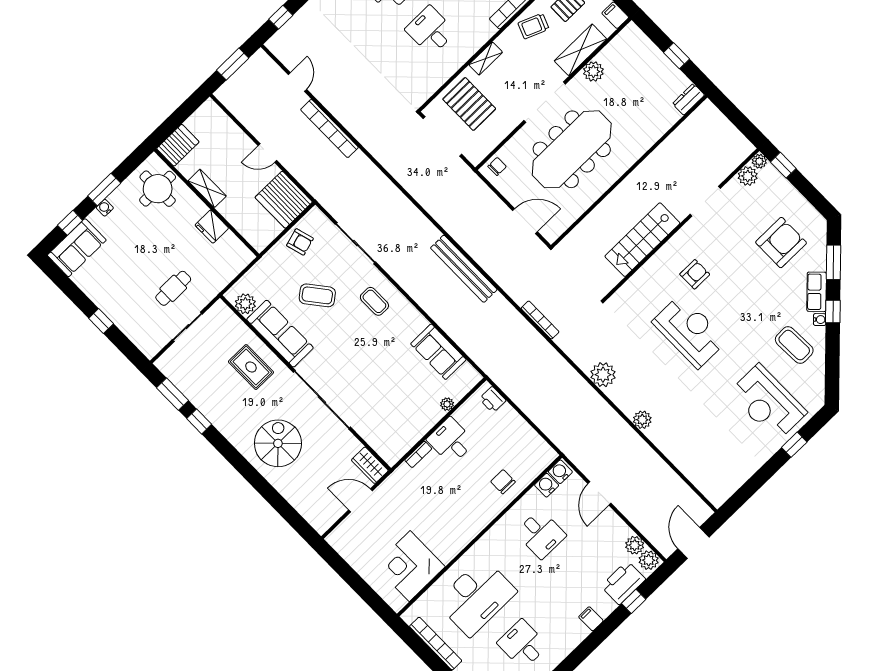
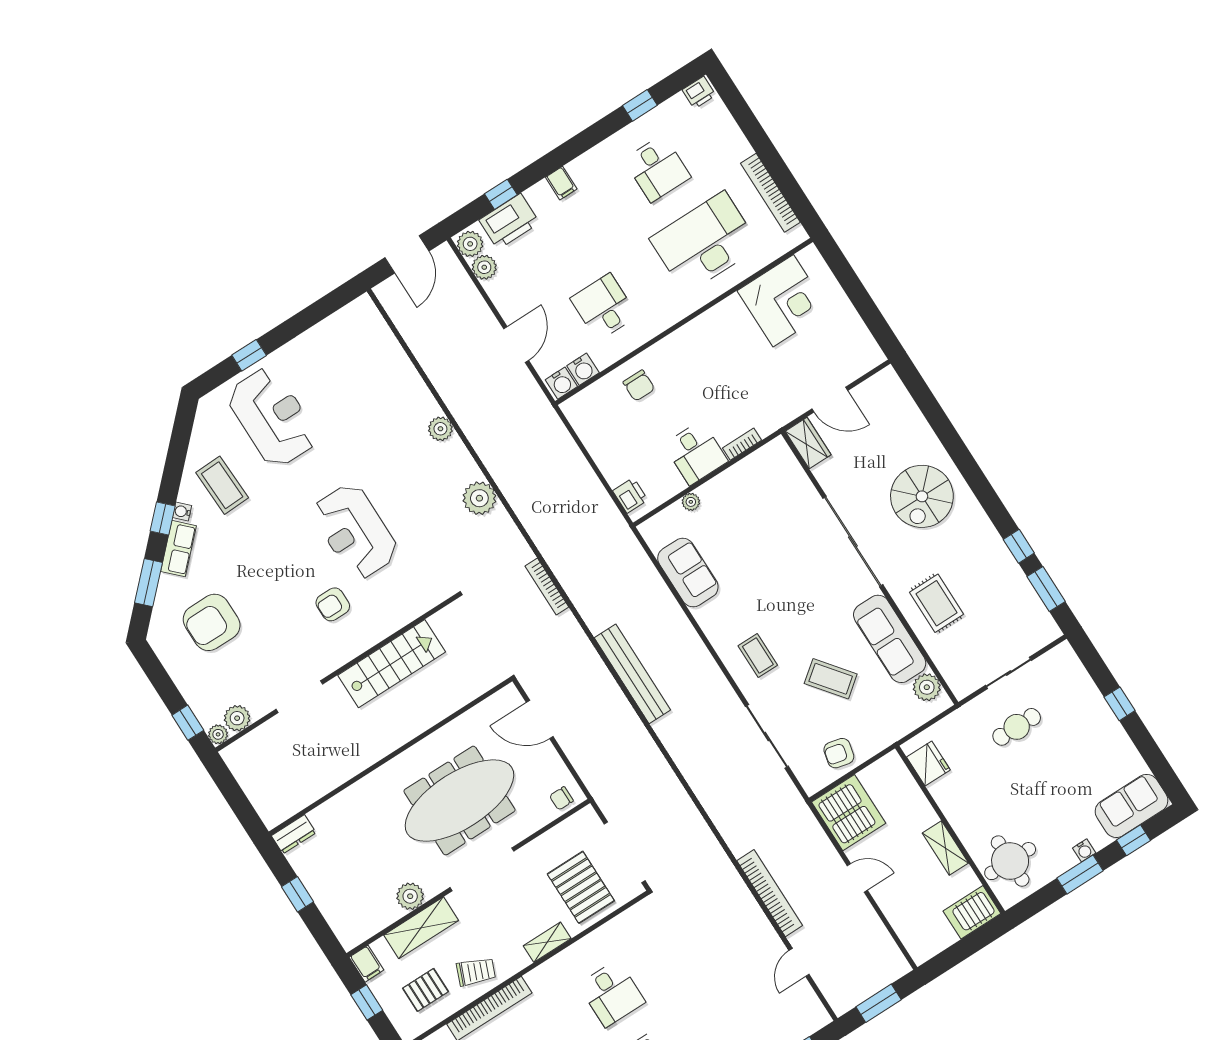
fridge: (212, 227) -> (928, 764), moved
armchair: (300, 242) -> (839, 753), turned -61

